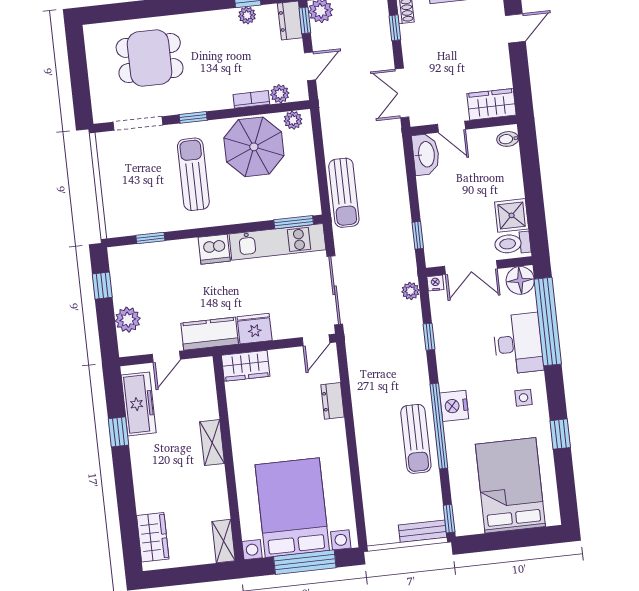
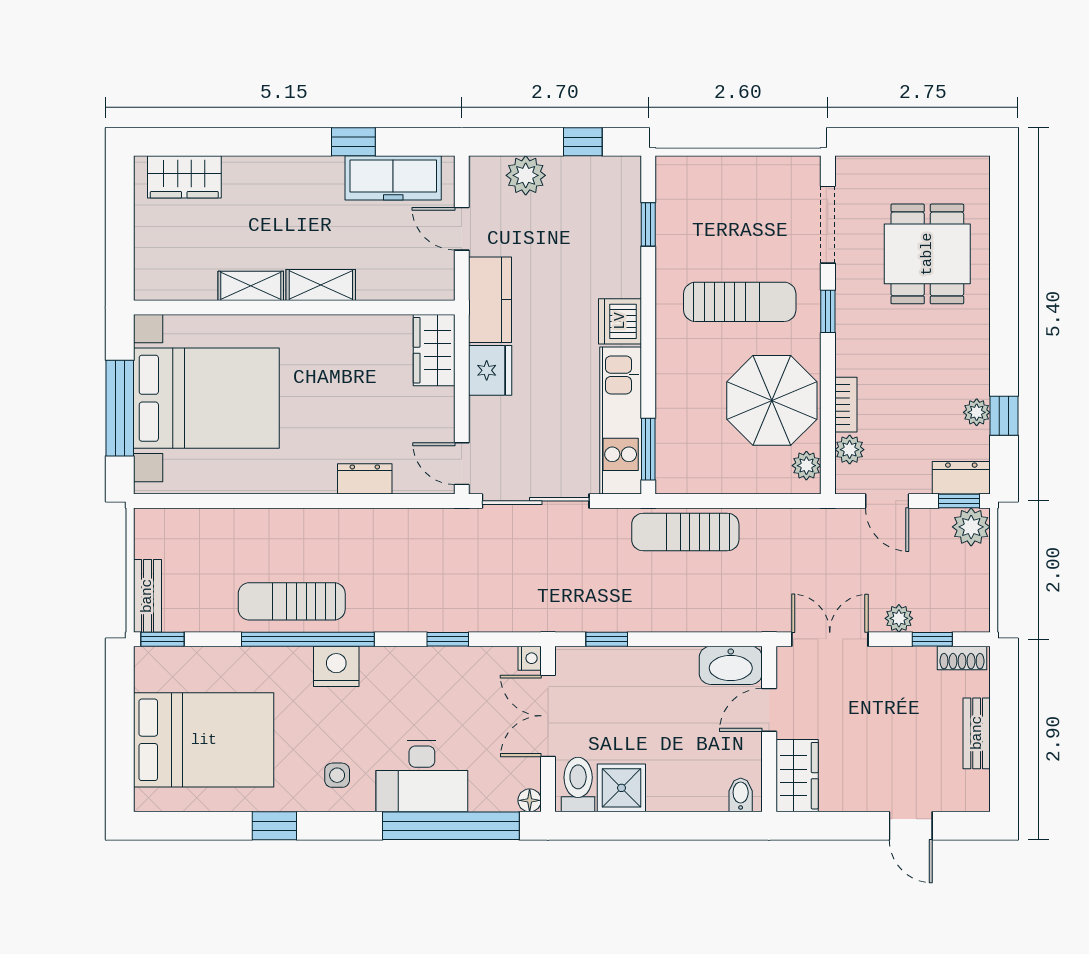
floor lamp: (520, 280) -> (530, 800), width x0.53, depth x0.53
plant: (411, 291) -> (899, 618), moved
shelving: (224, 541) -> (251, 286), moved

